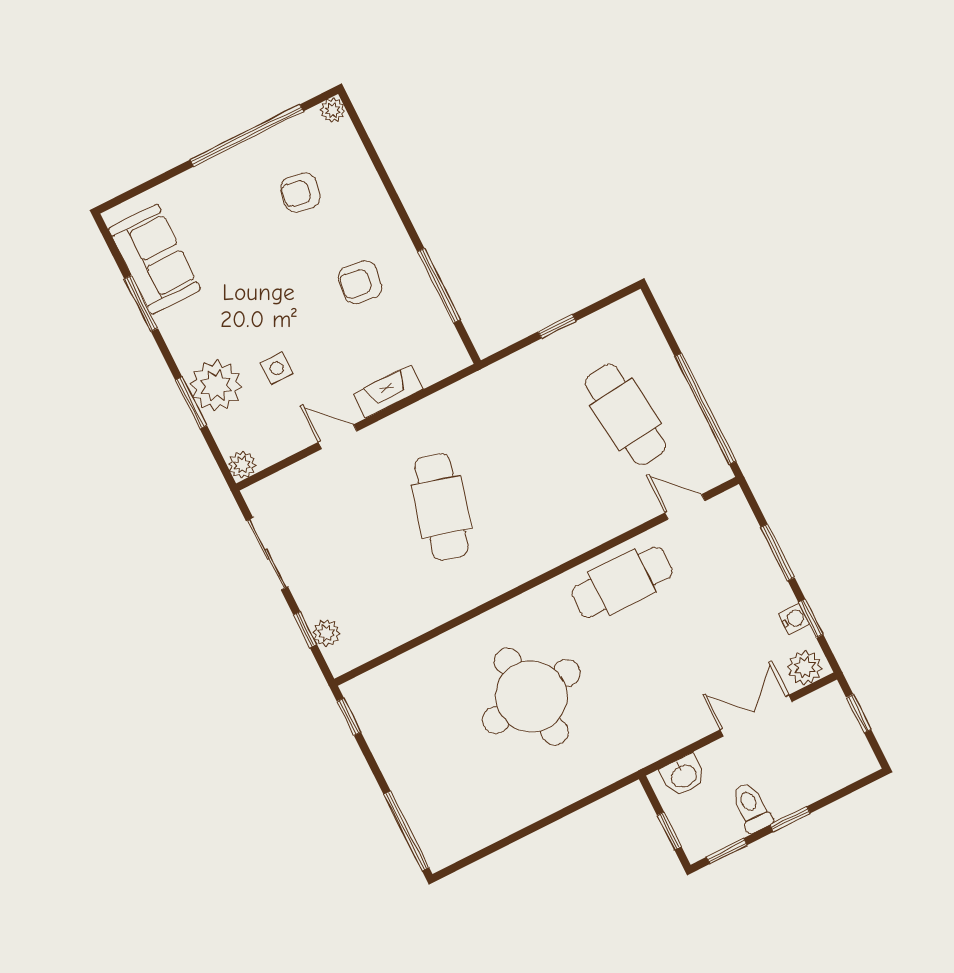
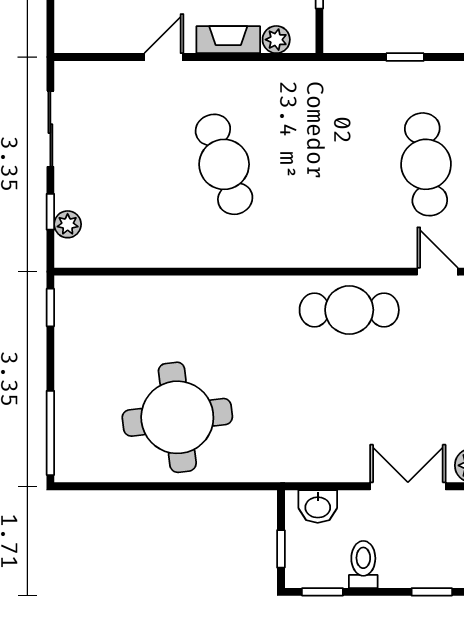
door: (338, 437) -> (164, 57), hinge flipped
plant: (242, 465) -> (276, 40), moved
cafe table: (441, 507) -> (224, 164), turned -33
round table: (531, 696) -> (177, 417), moved
window: (790, 819) -> (432, 592), moved

